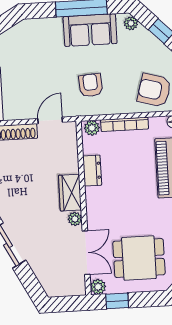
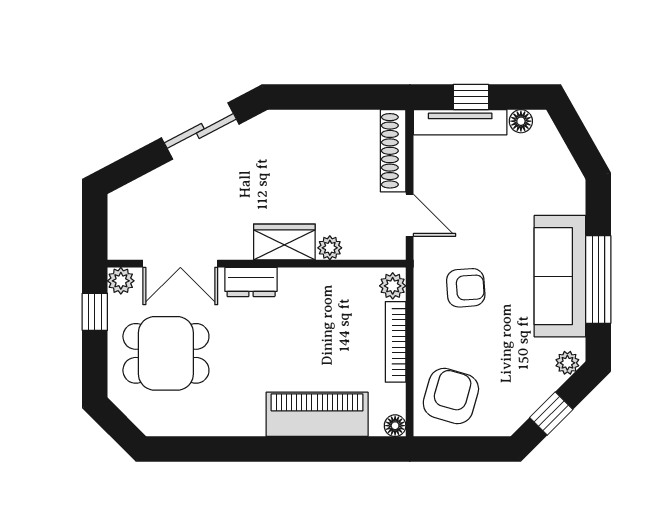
sofa: (90, 30) -> (560, 276), width x1.36
dresser: (92, 171) -> (251, 282), moved
plant: (75, 219) -> (330, 248), moved
dining table: (139, 258) -> (166, 353), turned 90

